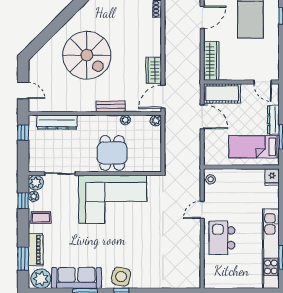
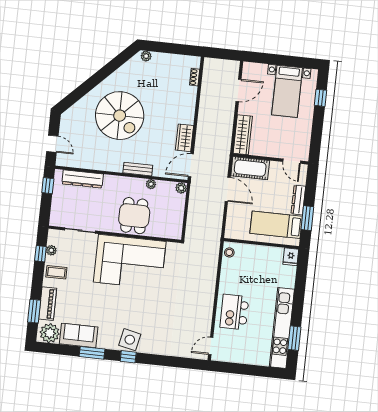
plant: (36, 183) -> (55, 237), removed
door: (202, 210) -> (211, 346), moved
sofa: (77, 278) -> (79, 335), width x0.73

